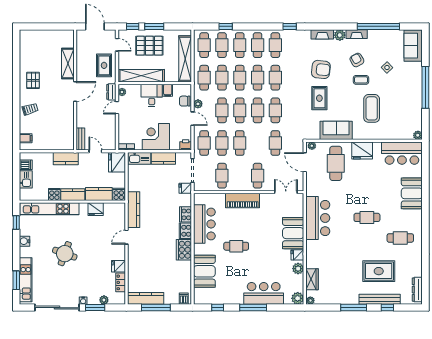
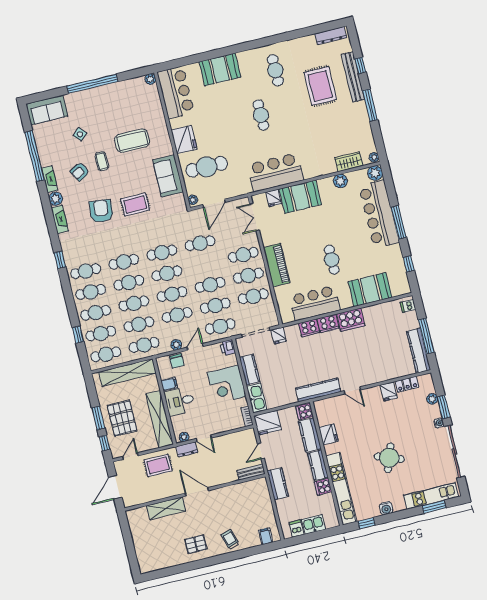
cafe table: (240, 176) -> (248, 276), added
fridge: (297, 255) -> (274, 198), moved
bar counter: (264, 293) -> (379, 214), width x1.36

